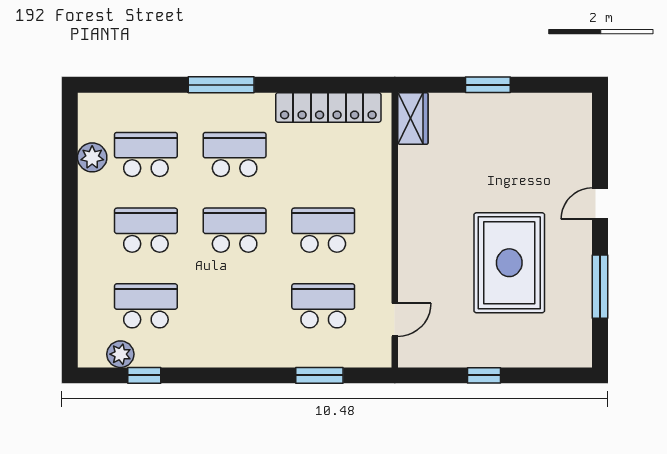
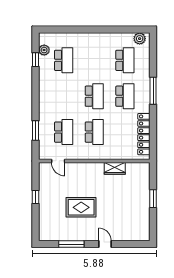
wardrobe: (413, 118) -> (115, 168), moved
plant: (92, 157) -> (140, 39), moved
school desk: (146, 230) -> (94, 60), removed
rug: (509, 263) -> (81, 207), width x0.73, depth x0.69

